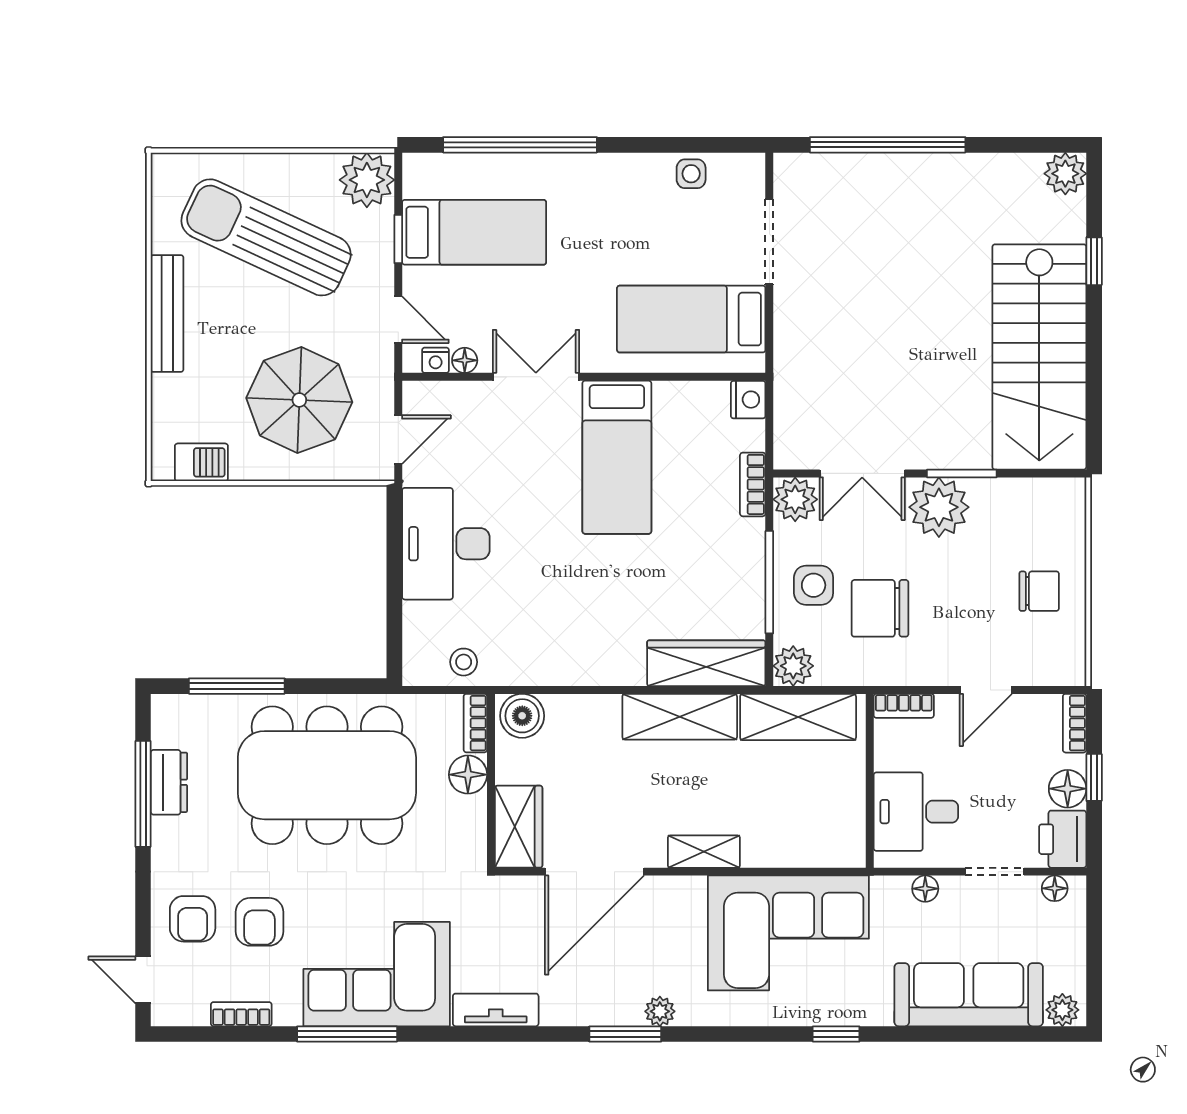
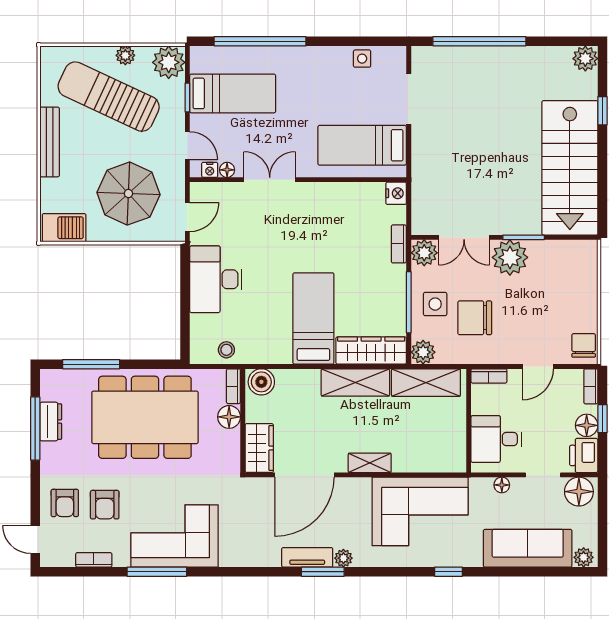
plant: (294, 168) -> (125, 55), added
bed: (617, 457) -> (313, 318), moved, turned 180
barbecue: (201, 462) -> (64, 228), width x1.38, depth x1.27
chair: (1039, 591) -> (584, 345), moved, turned -90
floor lamp: (1055, 888) -> (579, 492), width x1.89, depth x1.89
tv unit: (496, 1010) -> (307, 557), moved

